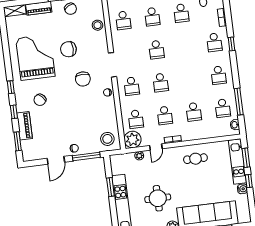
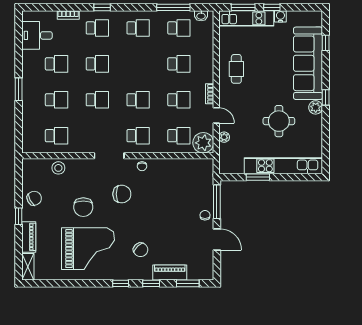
school desk: (185, 46) -> (97, 64), added
grand piano: (35, 57) -> (88, 249), turned 180
stool: (107, 139) -> (199, 173), removed

